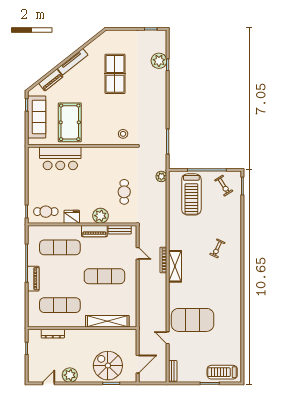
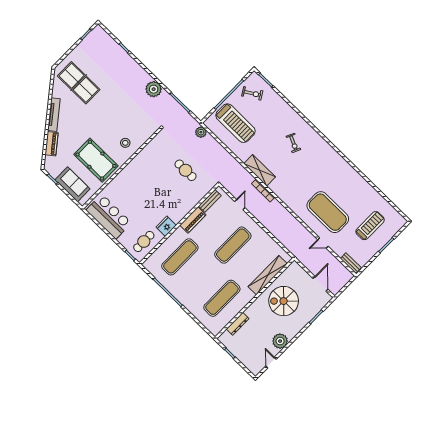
plant: (159, 61) -> (154, 89), moved
table tennis table: (115, 74) -> (79, 83), moved
sofa: (37, 117) -> (72, 184), width x0.73
stool: (123, 134) -> (125, 143), moved
bar counter: (60, 158) -> (109, 217), moved, turned -90
plant: (101, 216) -> (186, 205), removed
door: (138, 253) -> (240, 205), hinge flipped
shelving: (175, 266) -> (260, 170), moved
piano: (33, 279) -> (184, 299), removed
exercise mat: (193, 320) -> (328, 212), turned 90
spiral stairs: (108, 366) -> (284, 301), moved
treadmill: (222, 372) -> (370, 226), moved, turned 180

